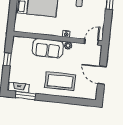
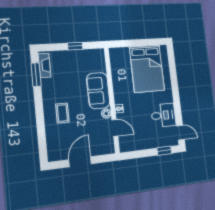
door: (91, 42) -> (115, 128), moved
coffee table: (60, 81) -> (62, 113), width x0.54, depth x0.58

